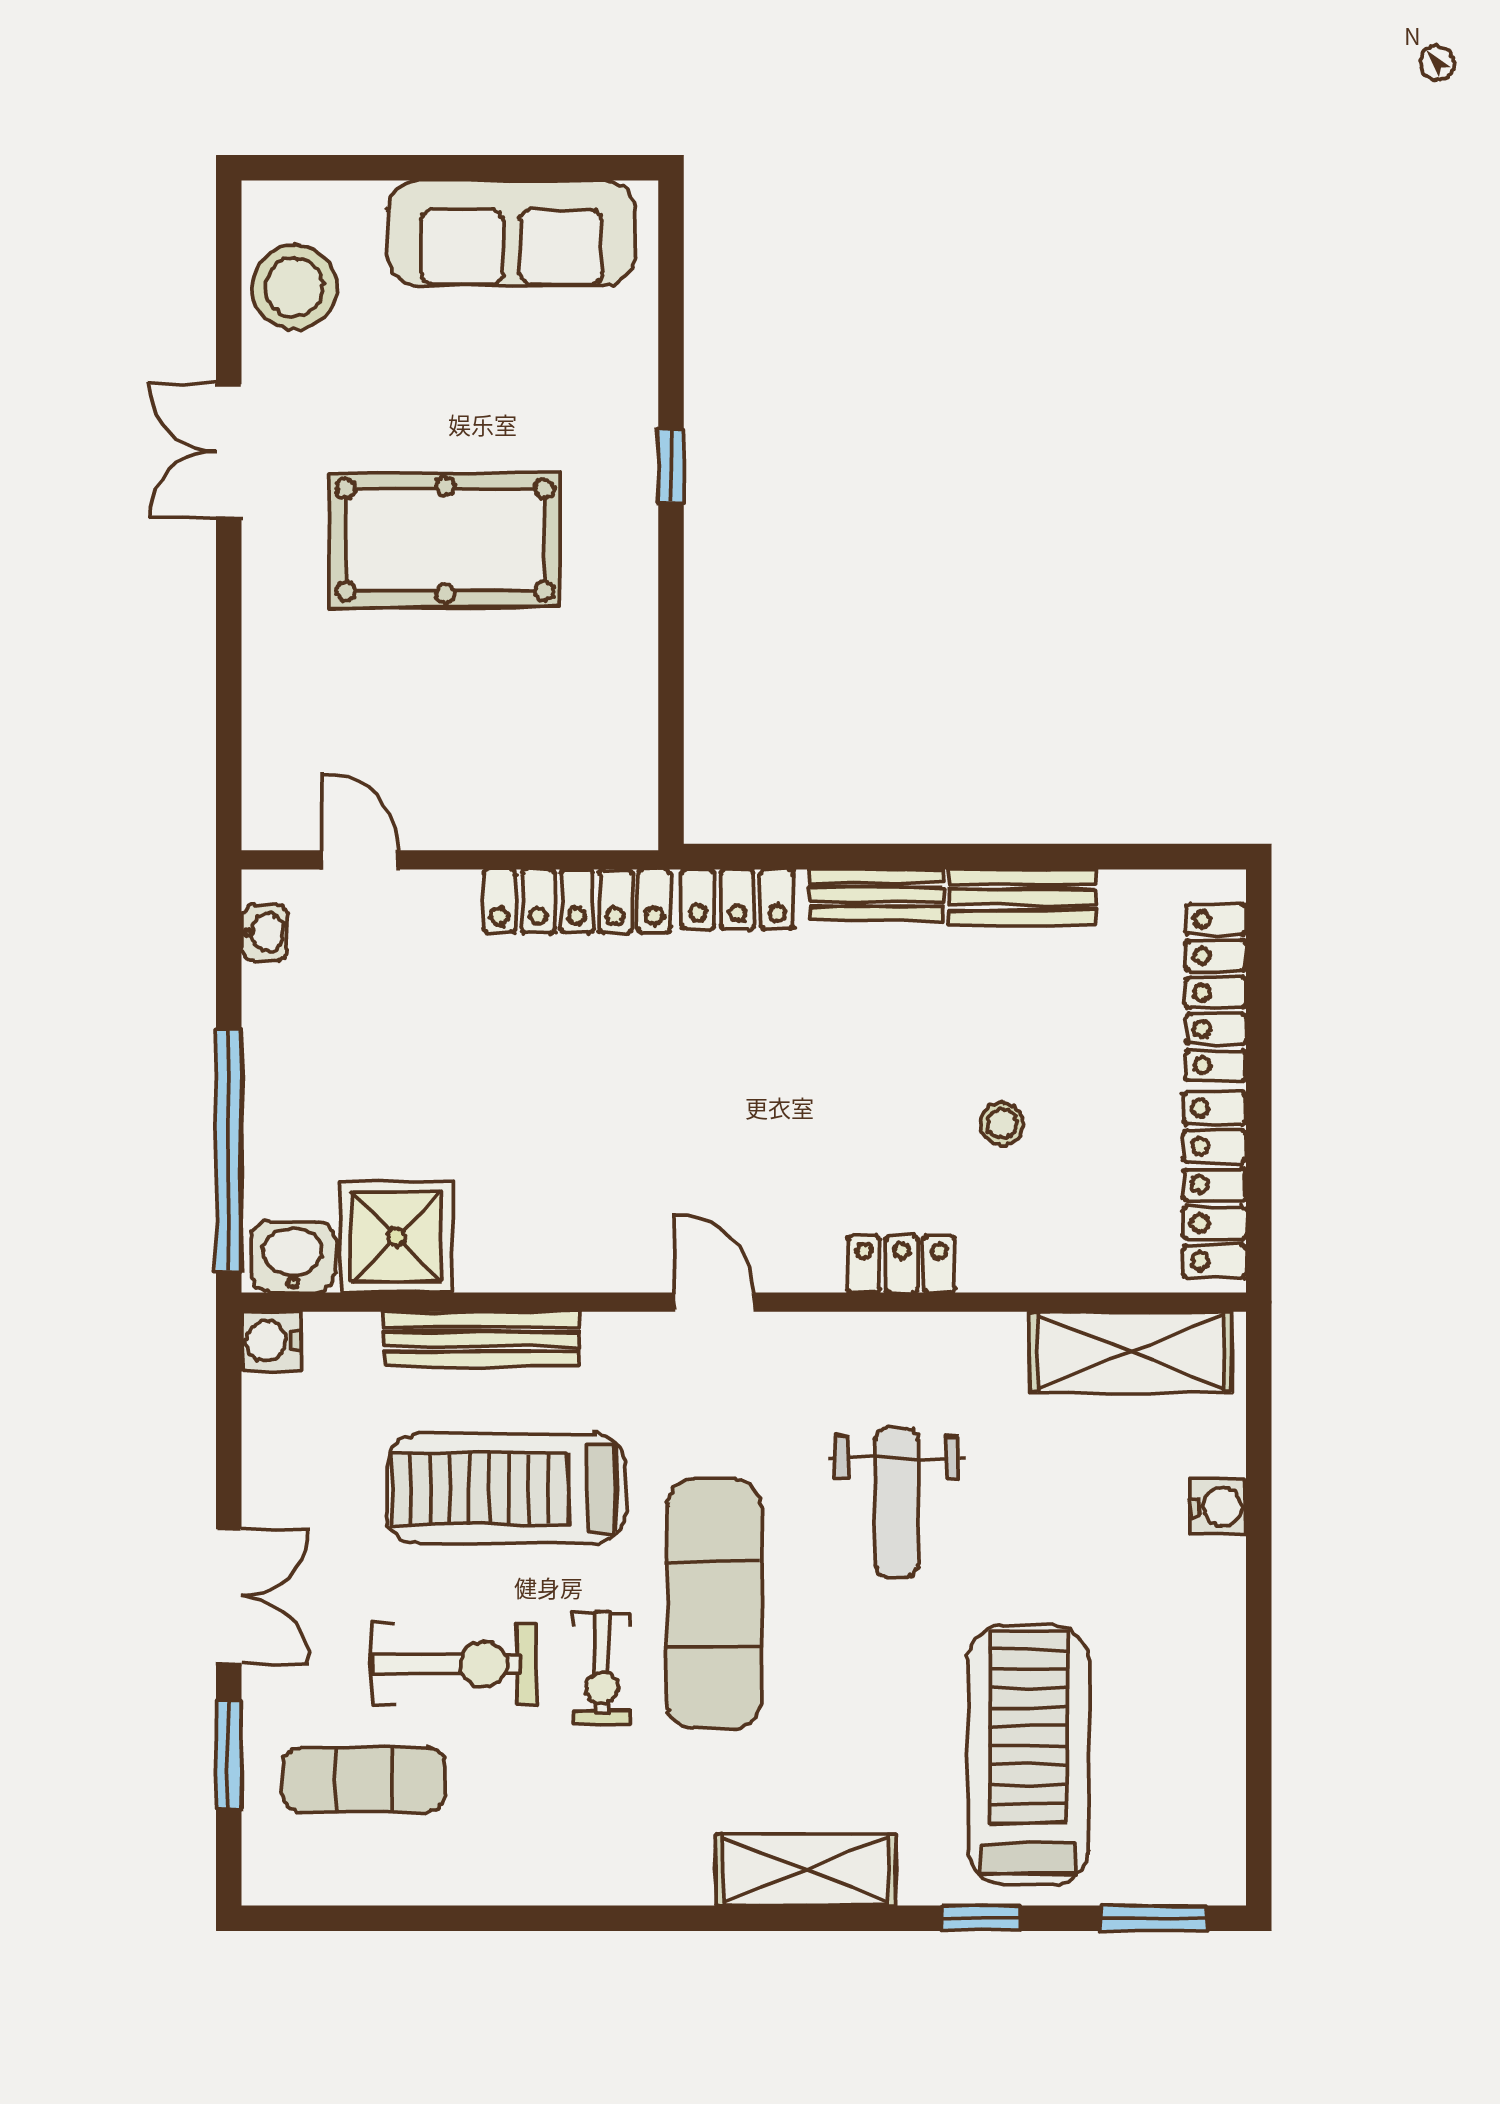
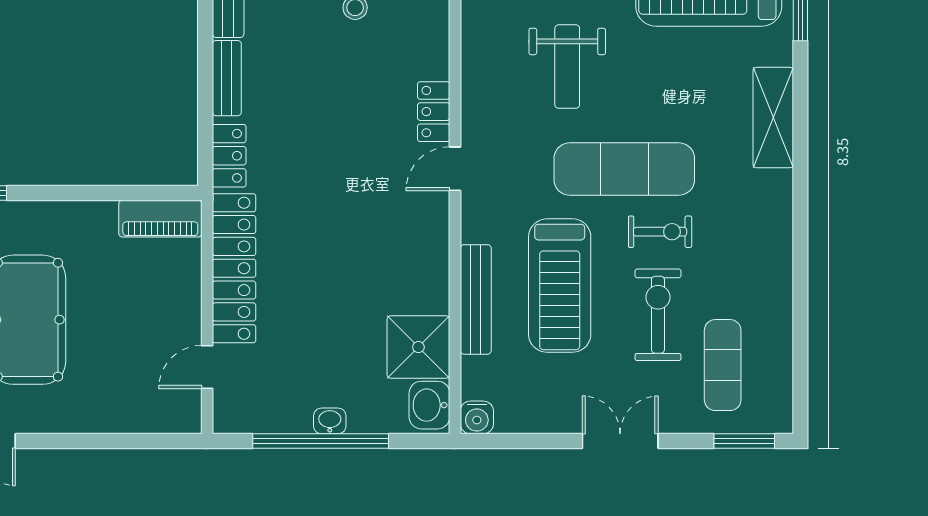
piano: (625, 776) -> (160, 219), added
locker: (577, 901) -> (234, 268), width x1.41, depth x1.21
washbasin: (264, 932) -> (330, 421), moved
window: (229, 1150) -> (321, 441), moved
locker: (902, 1264) -> (434, 112), moved
weight bench: (897, 1502) -> (567, 67), turned 90
window: (229, 1754) -> (744, 441), moved

